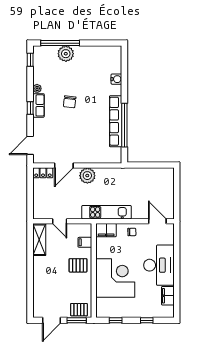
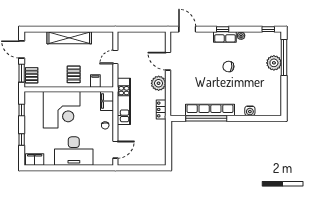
locker: (43, 173) -> (161, 109), moved
shelving: (39, 240) -> (69, 38), moved, width x1.47
filing cabinet: (168, 296) -> (35, 159), moved

